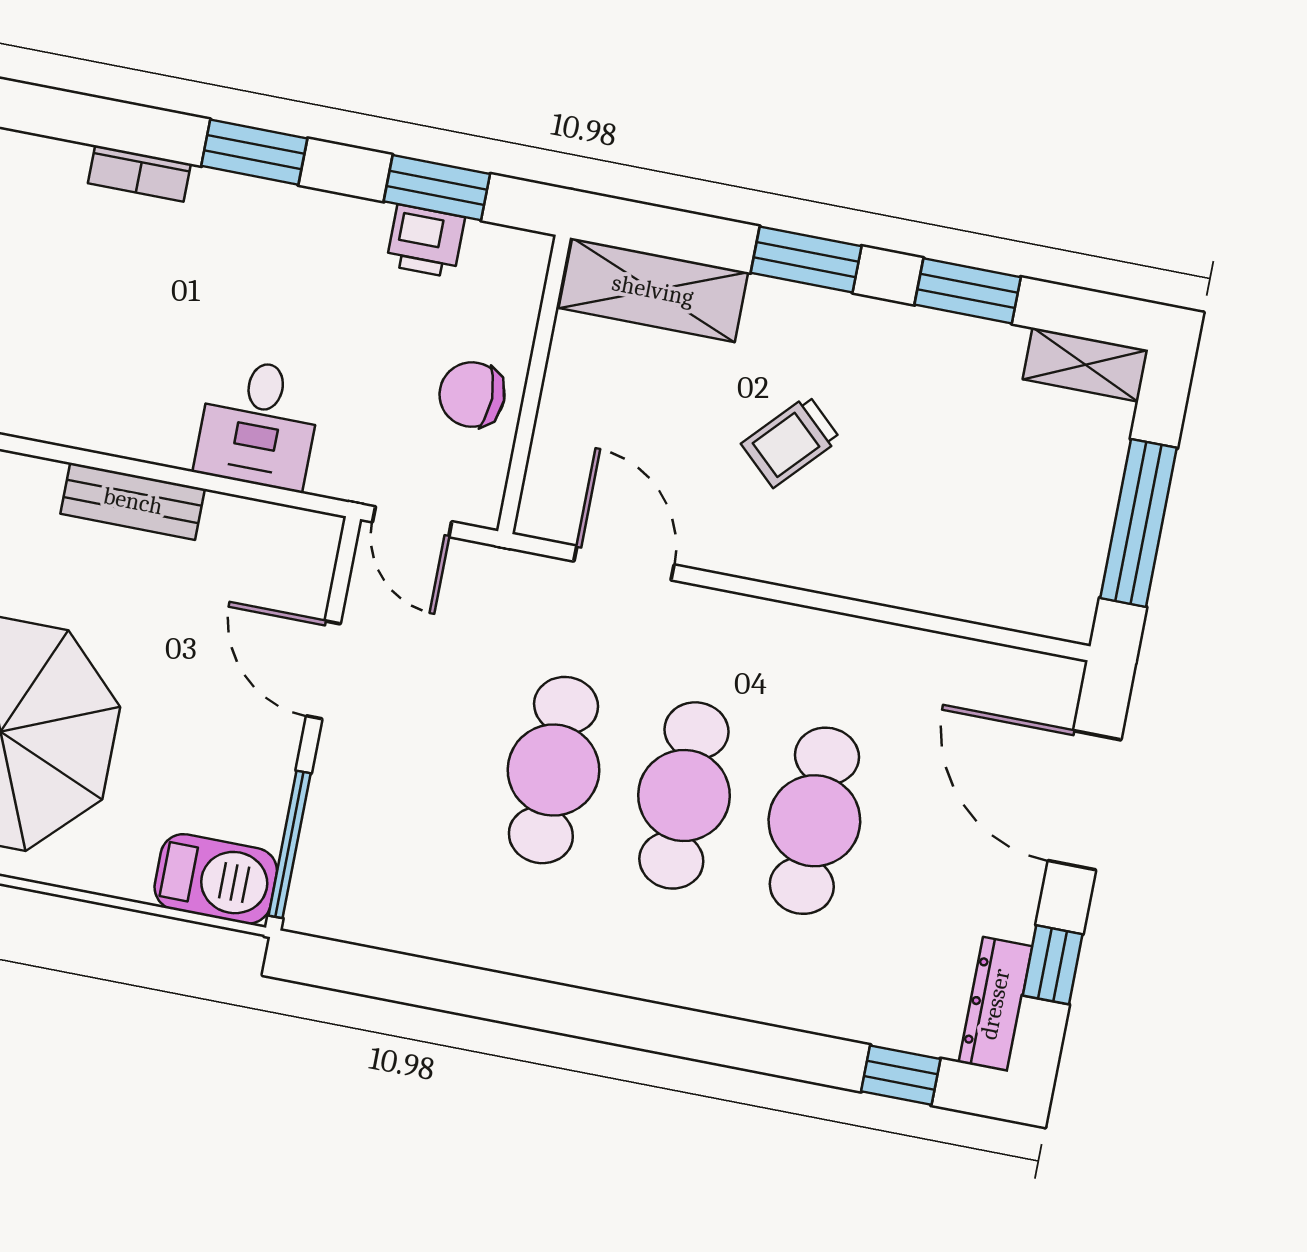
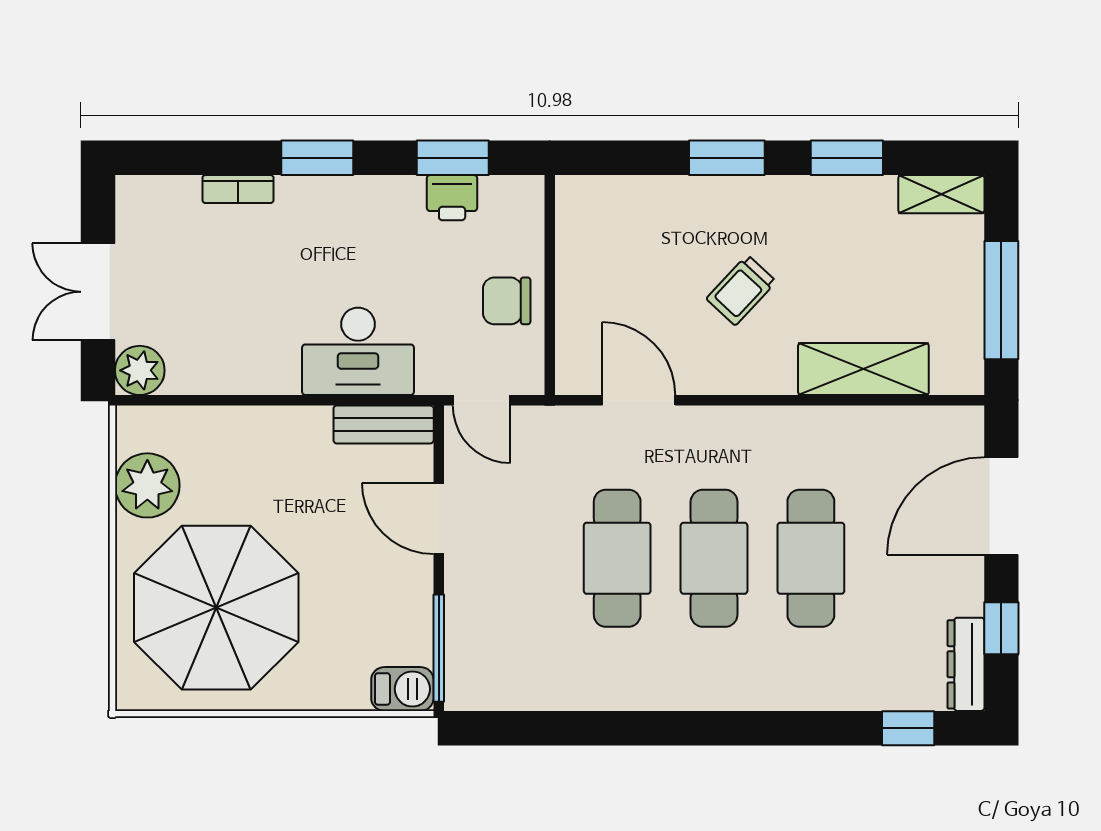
shelving: (653, 290) -> (863, 369), moved
desk: (259, 424) -> (358, 351), width x1.37
bench: (133, 501) -> (384, 424), moved
door: (1085, 800) -> (1001, 506), hinge flipped
barbecue: (216, 879) -> (402, 689), width x0.73, depth x0.79

